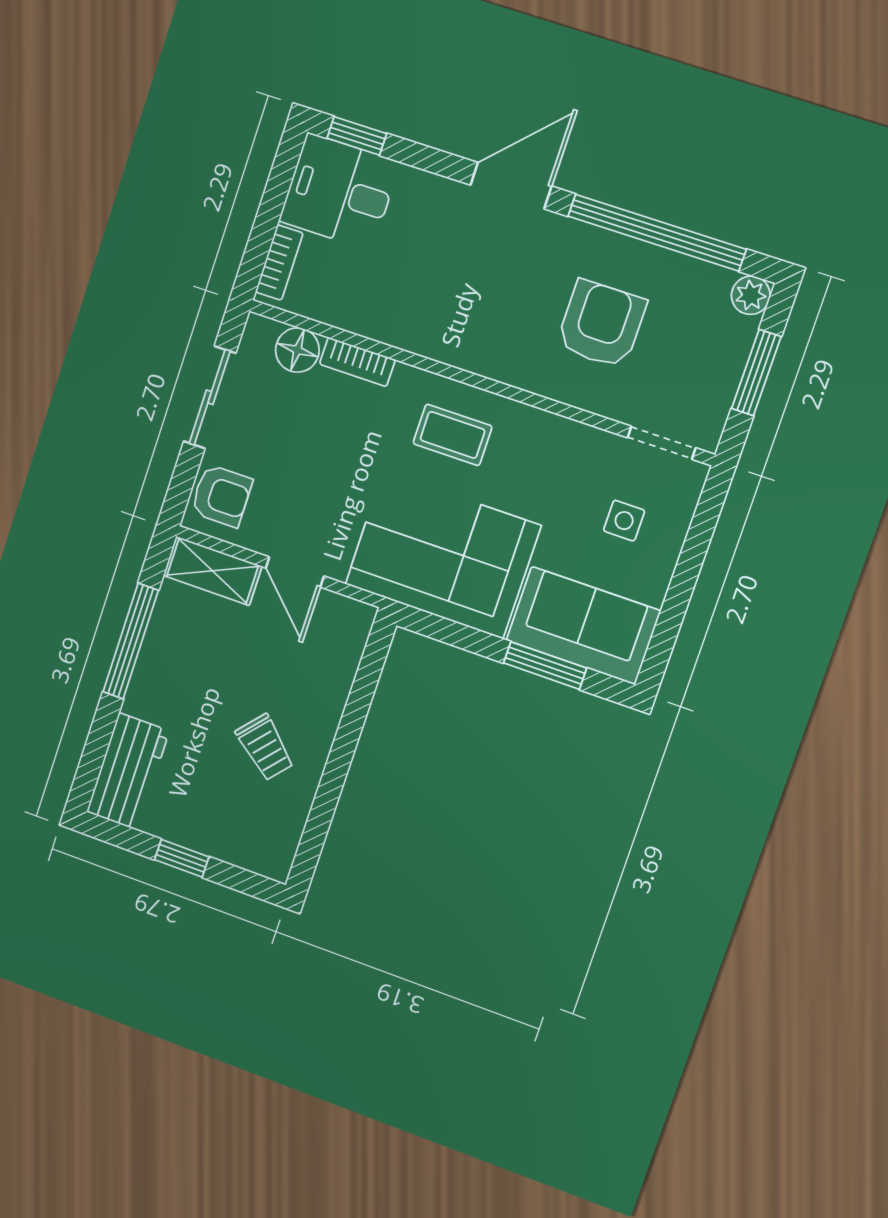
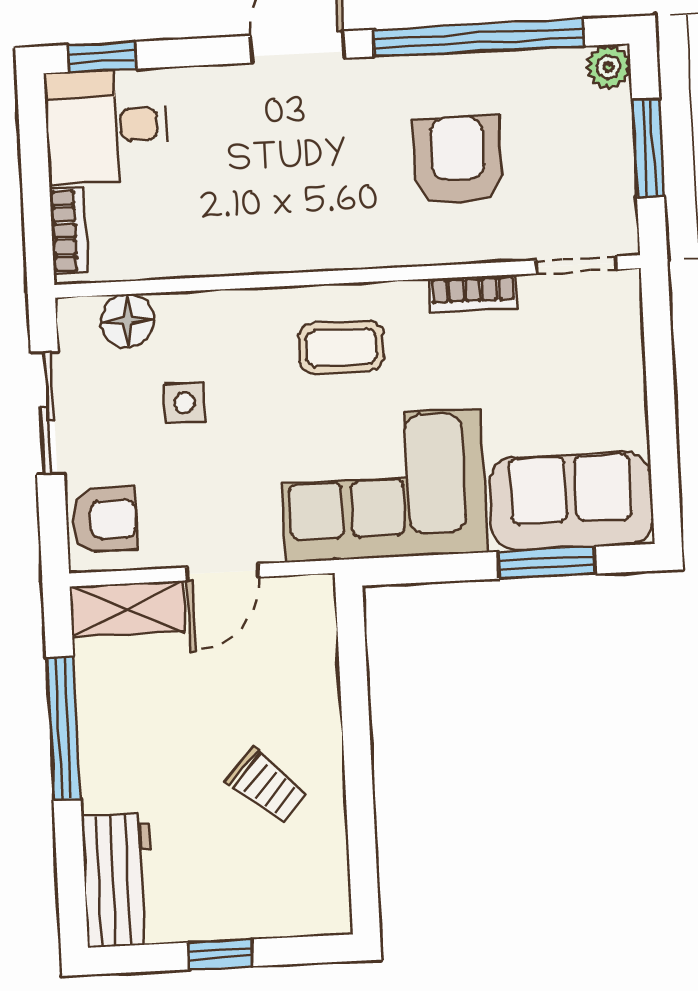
bookcase: (357, 362) -> (473, 294), moved
side table: (624, 521) -> (185, 403), moved
door: (295, 572) -> (223, 572), hinge flipped

